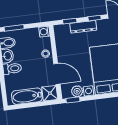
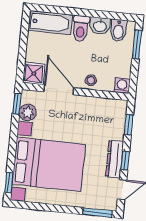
dresser: (83, 27) -> (115, 159), moved
door: (57, 74) -> (59, 90), swing flipped
bathtub: (27, 96) -> (50, 23), moved, turned 90

